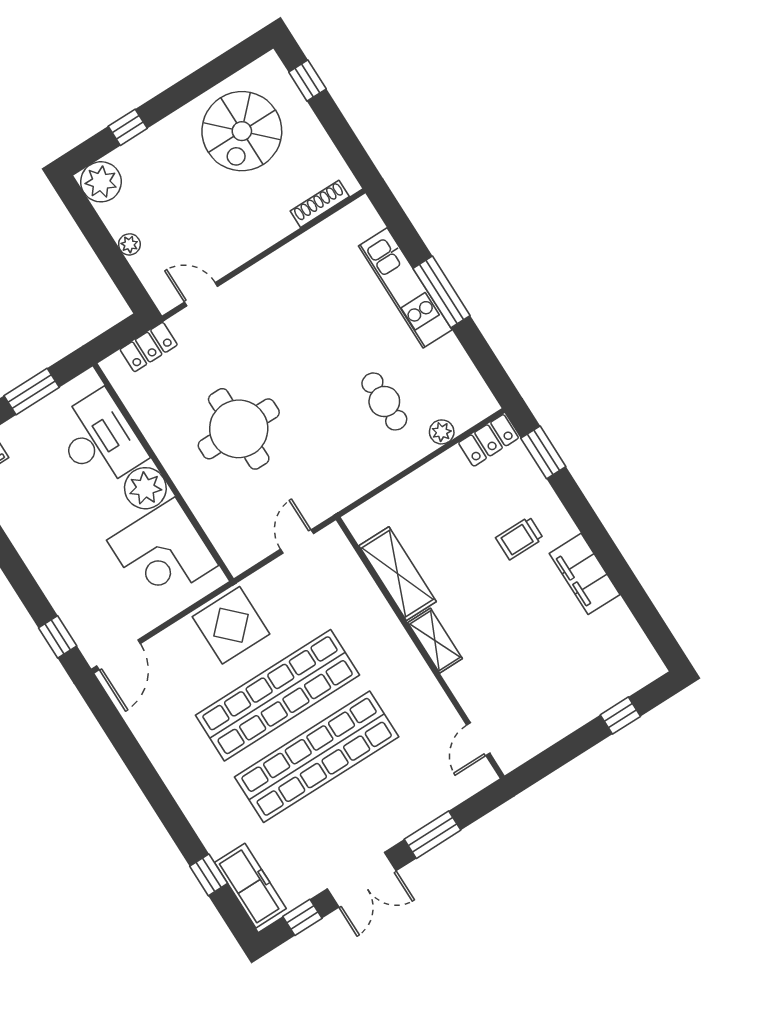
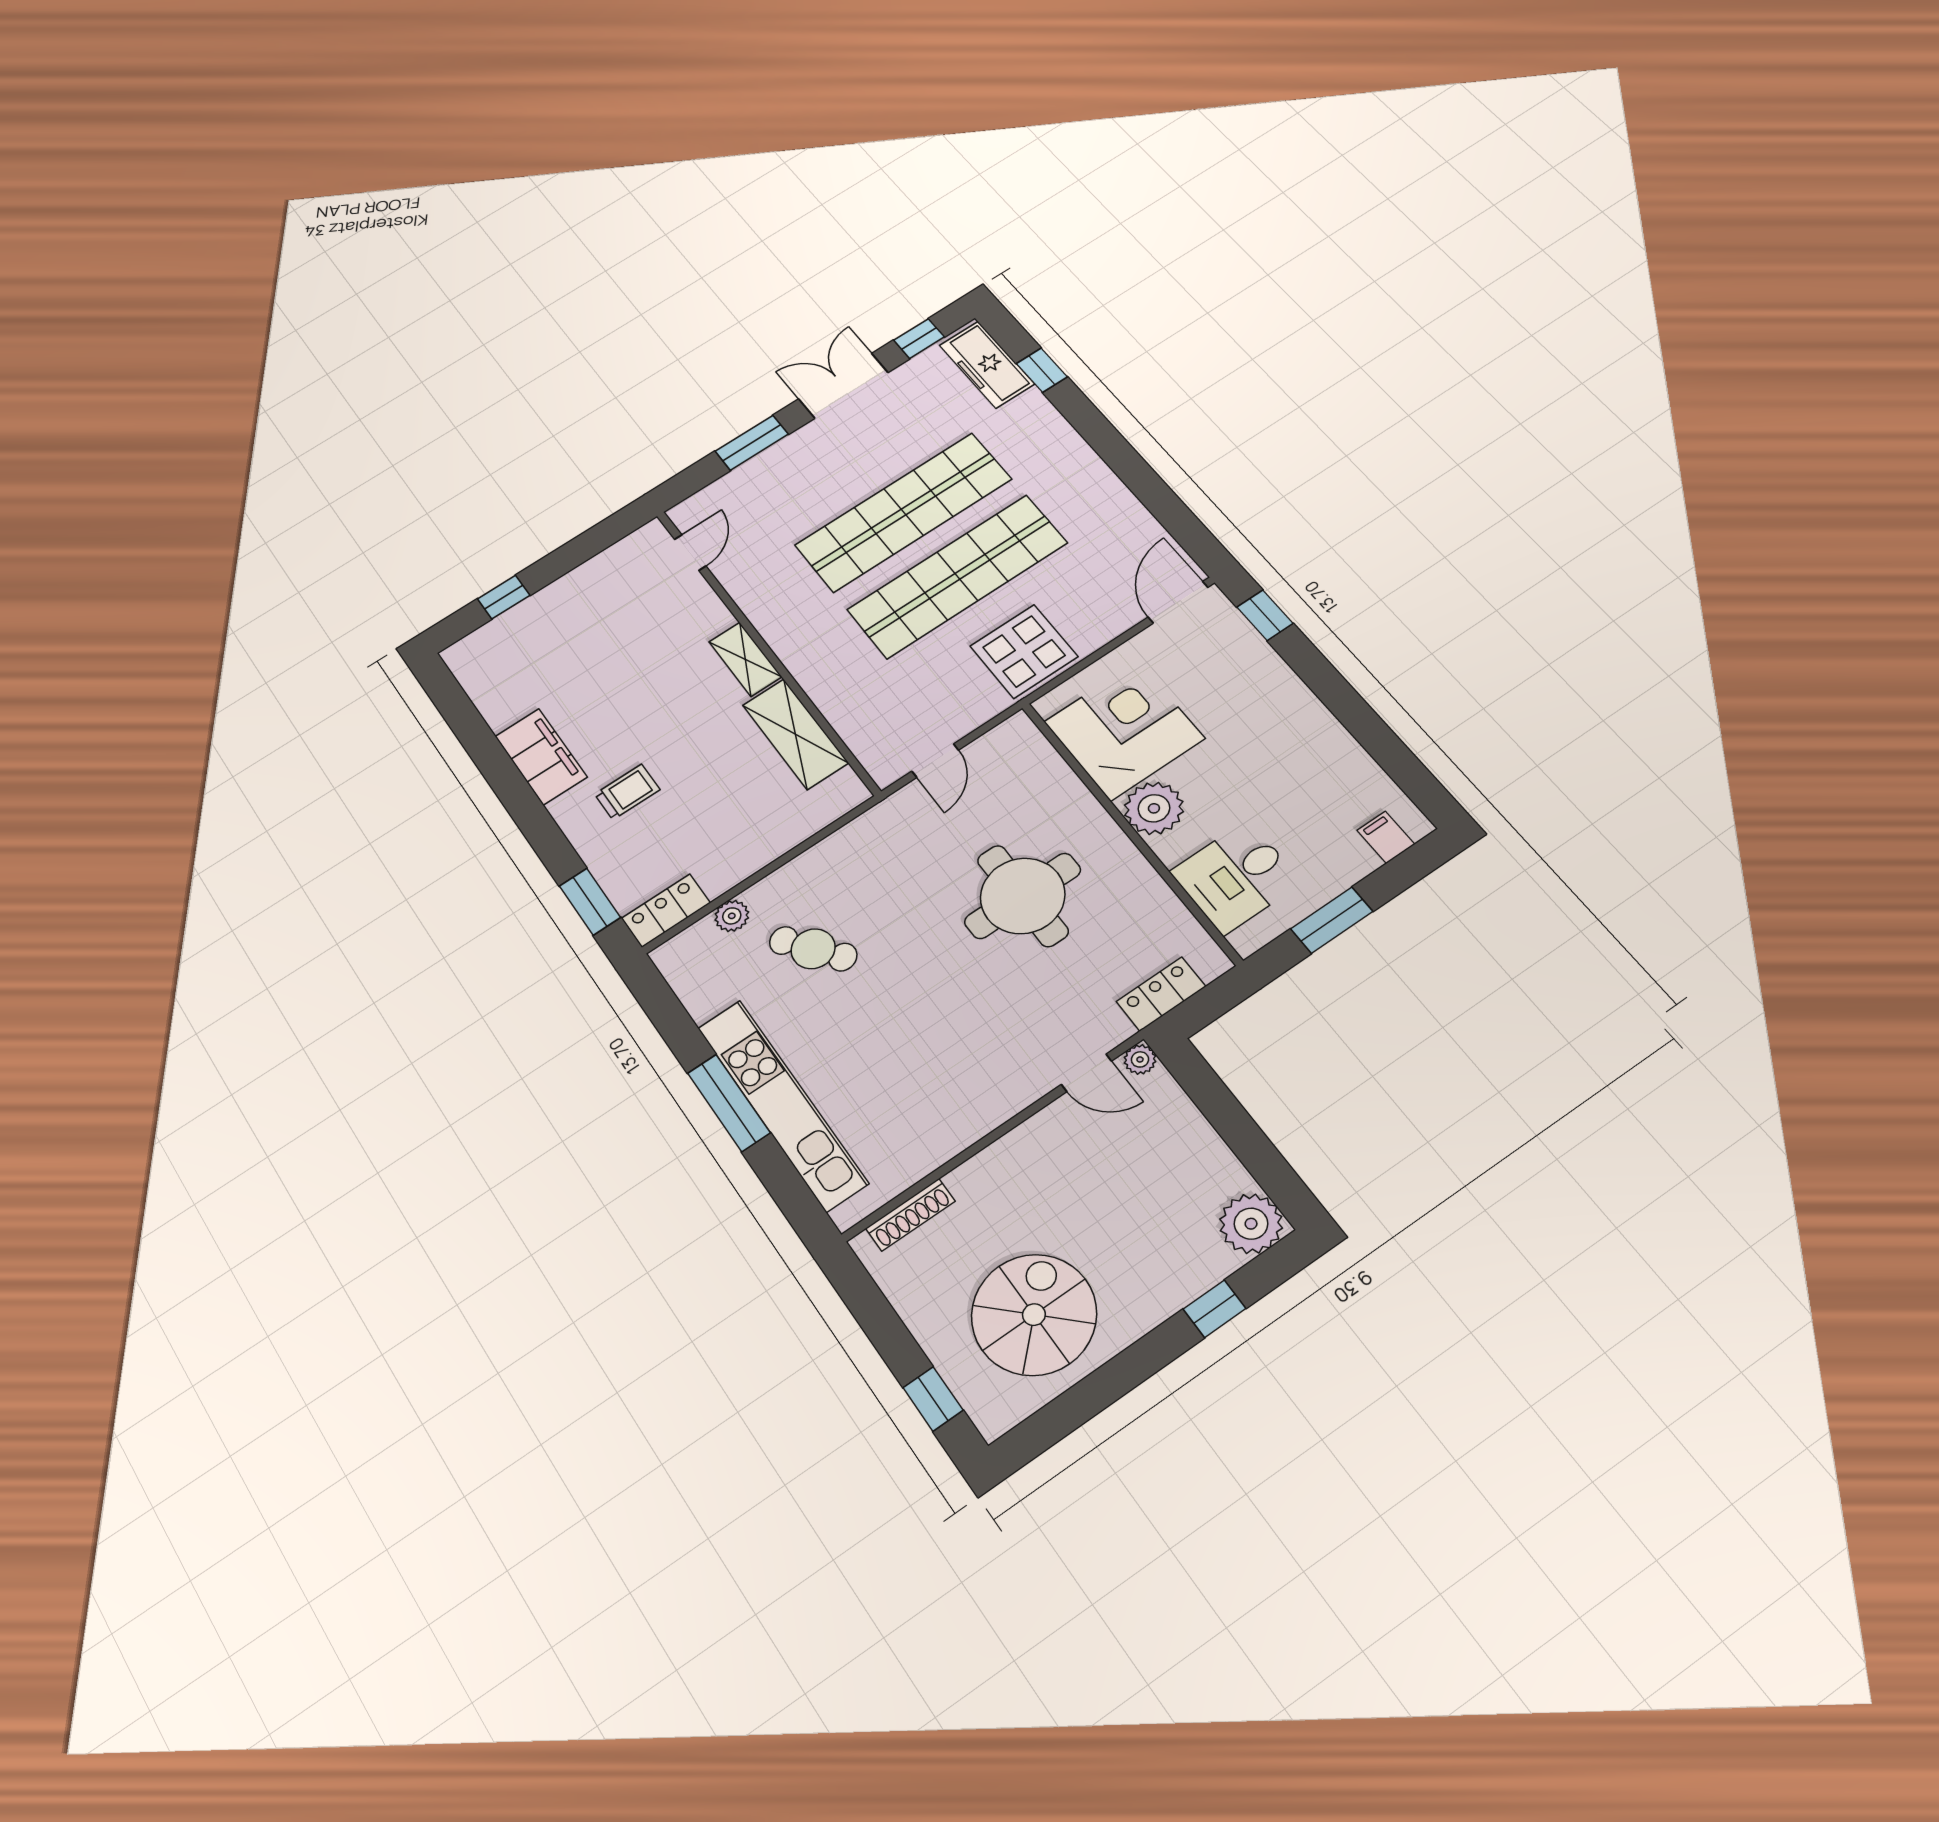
plant: (129, 244) -> (1140, 1059), moved
kitchen unit: (405, 288) -> (782, 1104), width x1.36
cafe table: (384, 401) -> (813, 949), turned -36
desk: (99, 440) -> (1236, 877), width x0.73

